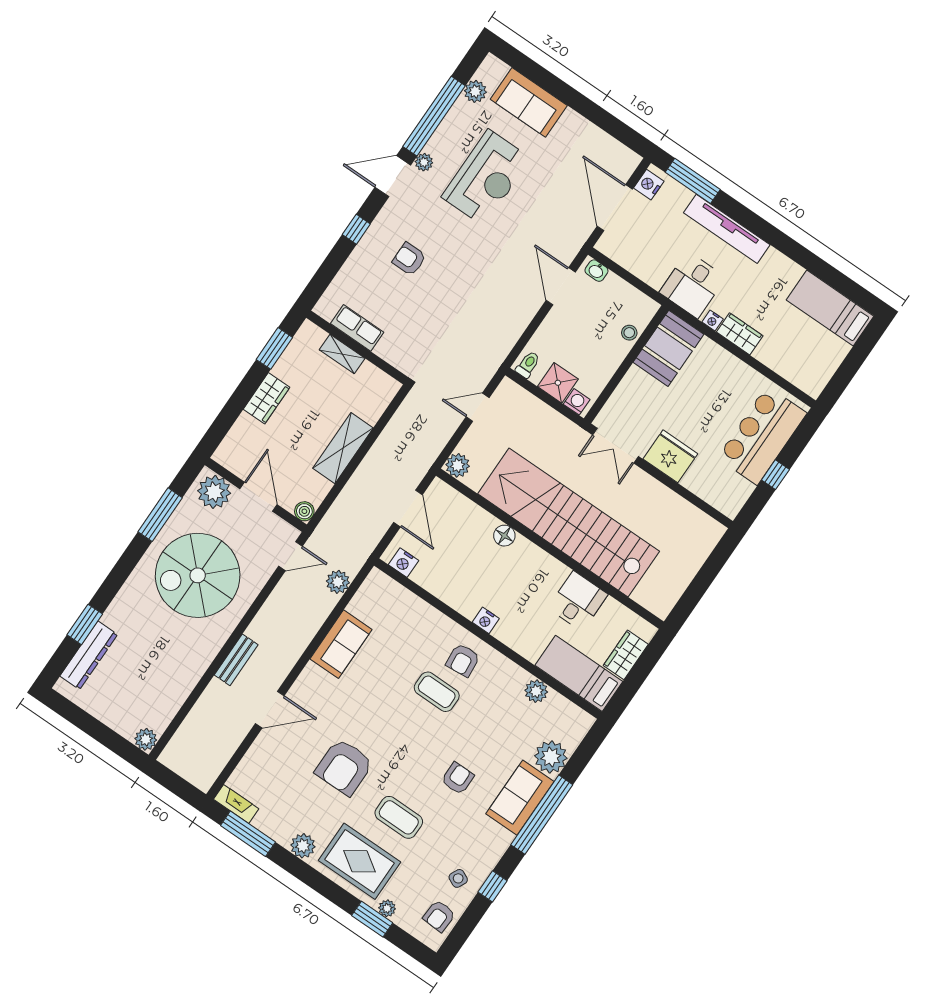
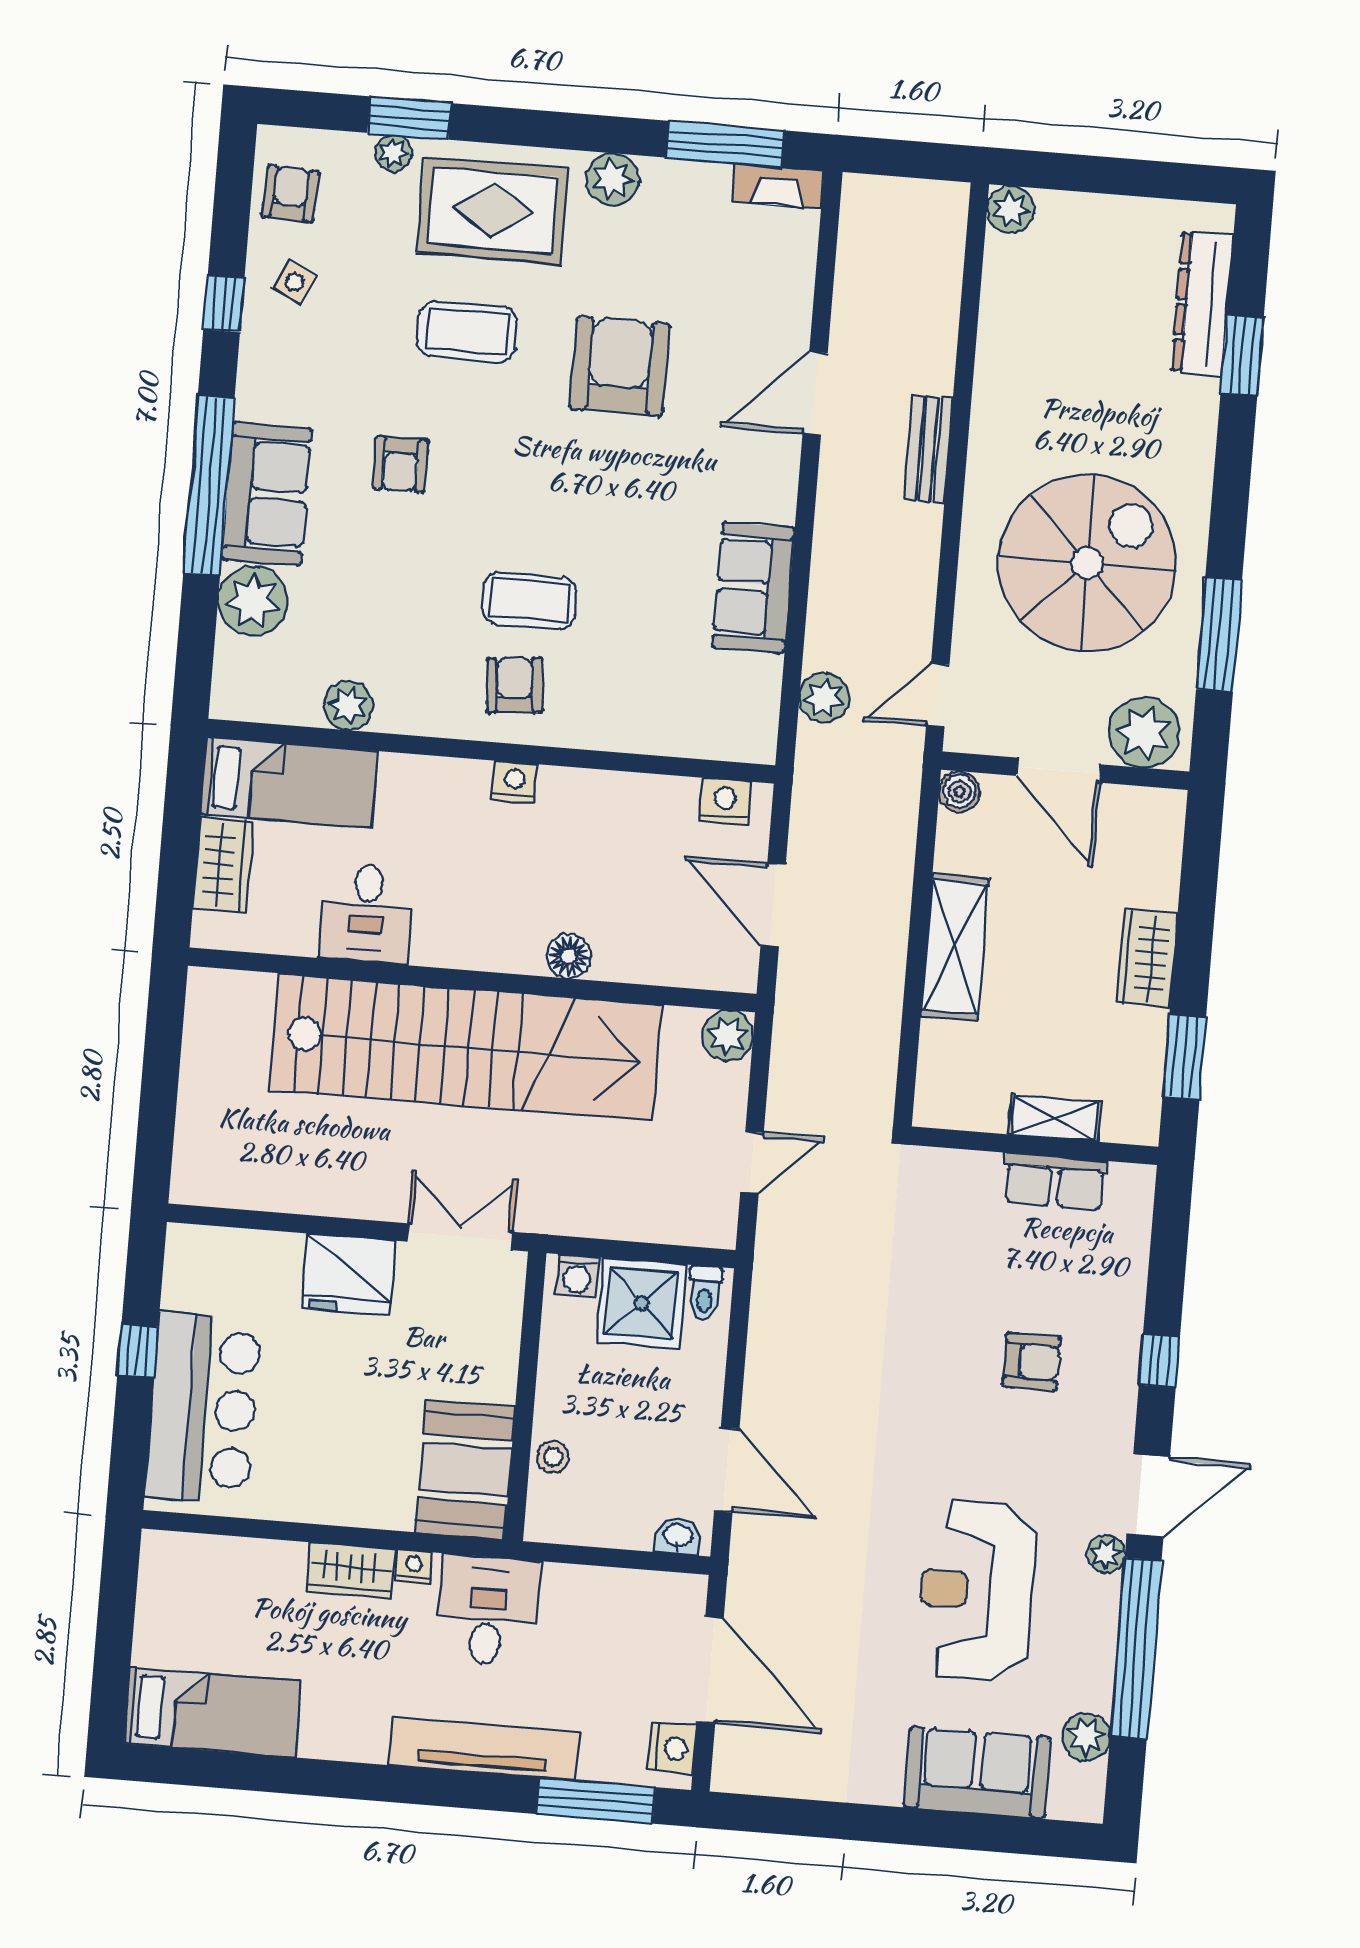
shower: (558, 383) -> (641, 1303), width x1.36, depth x1.36

